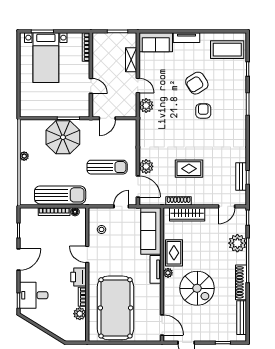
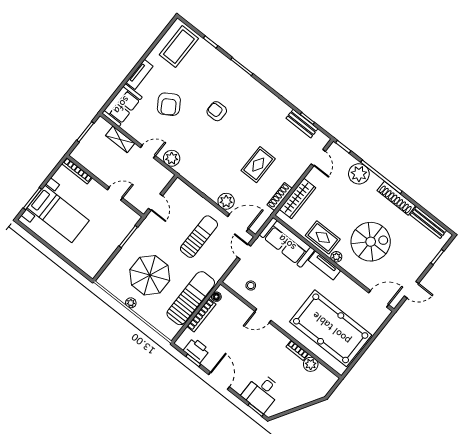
armchair: (197, 83) -> (169, 104), moved
parasol: (63, 137) -> (150, 275), moved
printer: (78, 277) -> (197, 350), moved, turned 180

